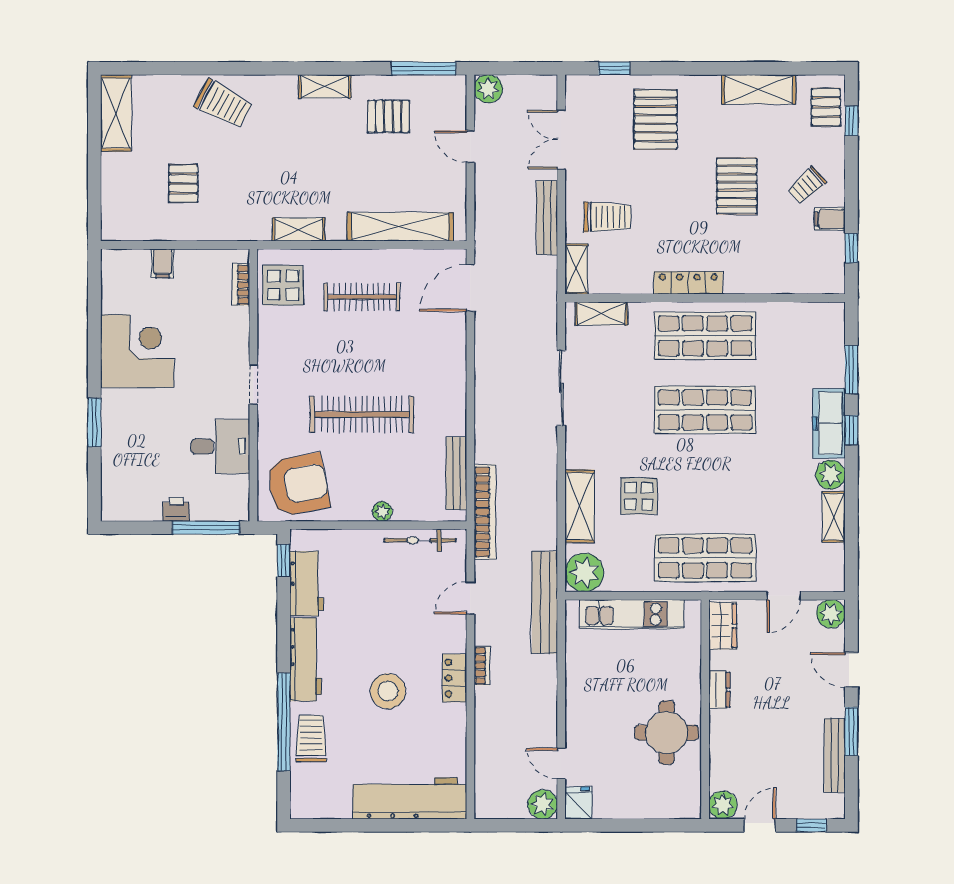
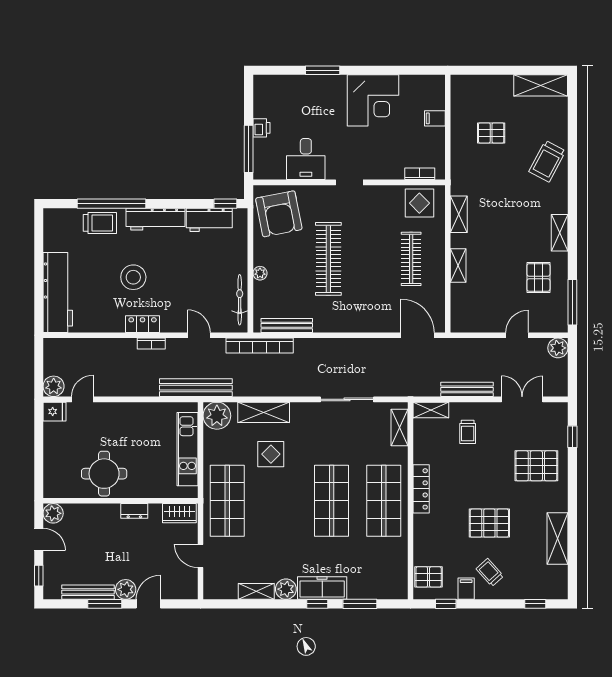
pallet: (826, 107) -> (429, 577), moved
trolley: (607, 217) -> (468, 432), width x0.73, depth x0.72
shelving: (400, 227) -> (458, 265), width x0.45, depth x0.75
plant: (831, 614) -> (126, 589), moved

